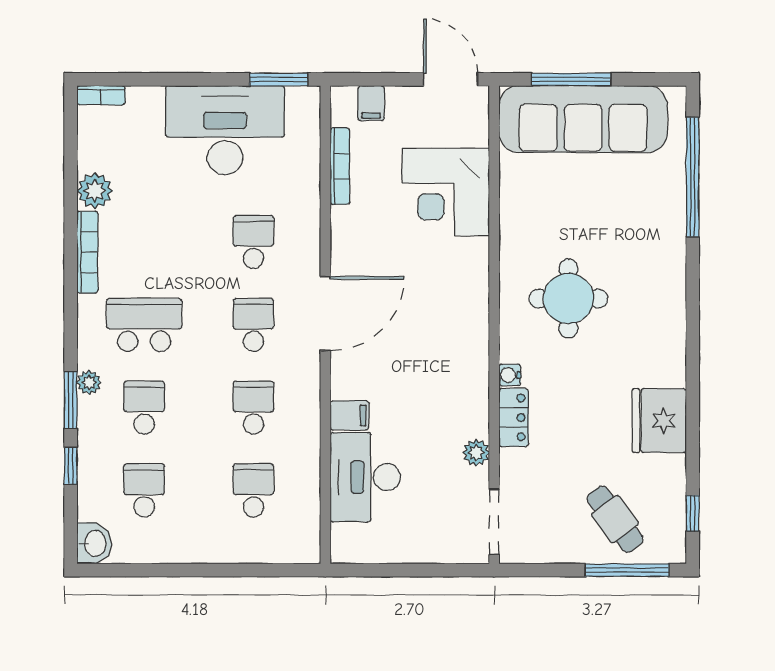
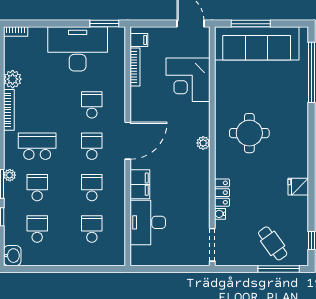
filing cabinet: (371, 103) -> (139, 40), moved, turned -90
water cooler: (510, 375) -> (220, 214), moved
filing cabinet: (349, 415) -> (140, 184), width x2.00
fridge: (659, 421) -> (298, 187), width x0.53, depth x0.75
plant: (476, 453) -> (203, 143), moved

